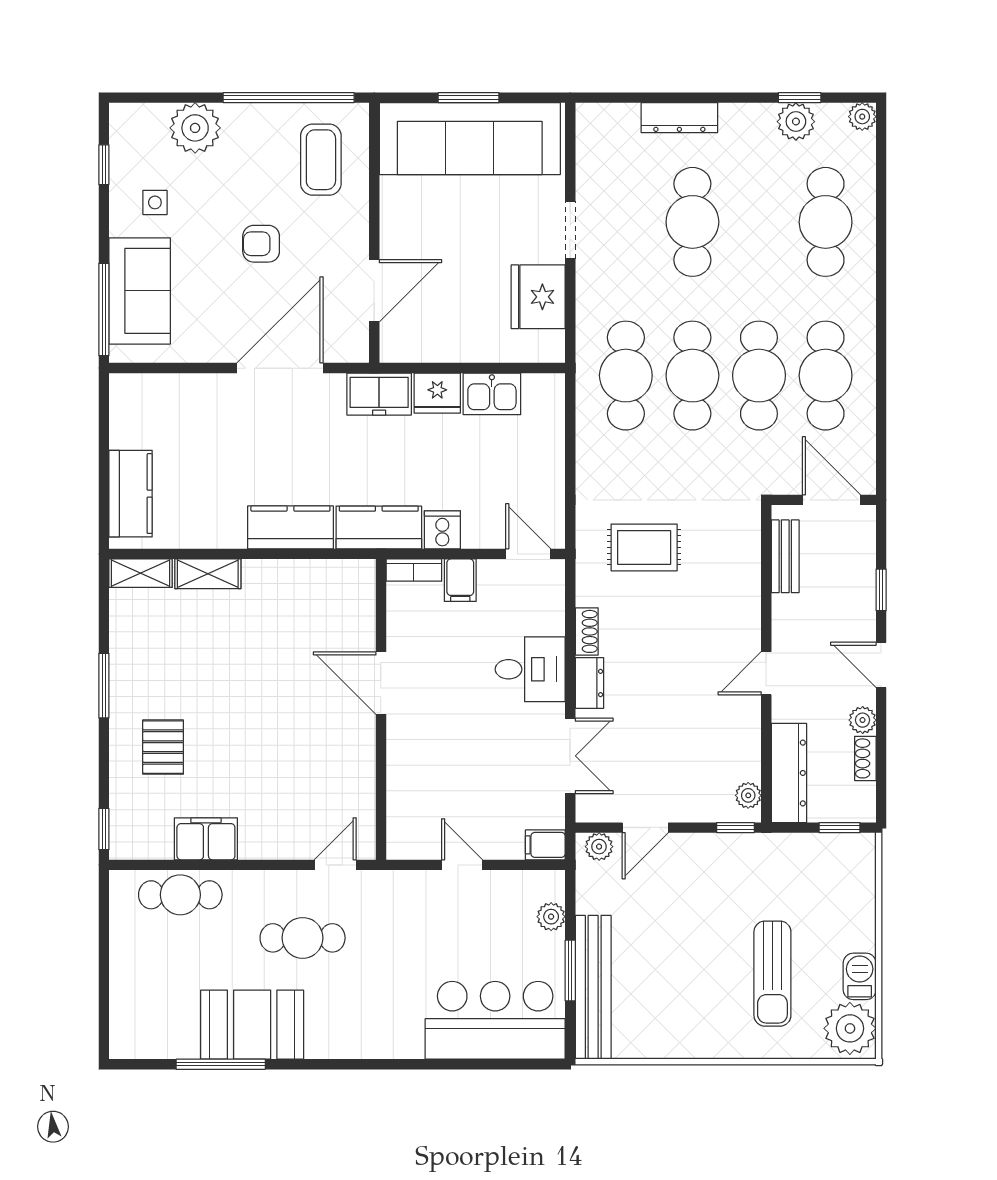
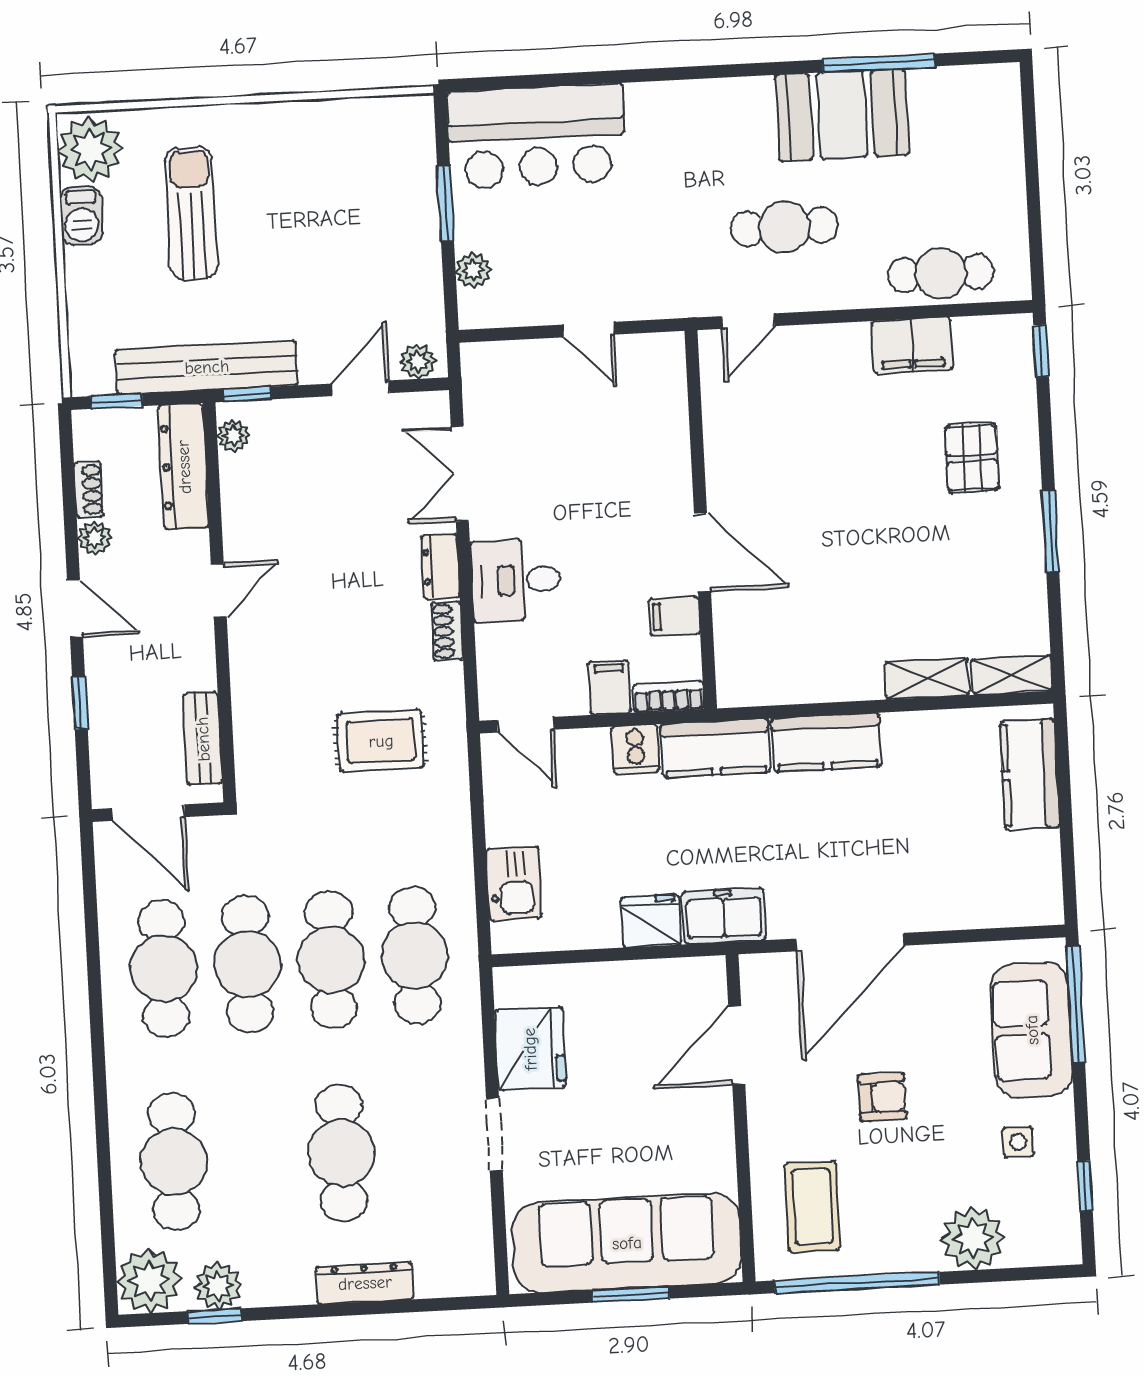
plant: (862, 117) -> (149, 1280), width x1.88, depth x1.88
kitchen sink: (492, 394) -> (514, 883), moved, turned 90
filing cabinet: (545, 845) -> (674, 616), moved, turned 180
bench: (593, 987) -> (207, 367), moved, turned 90

